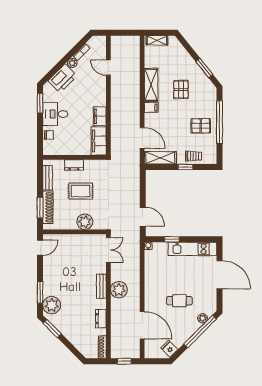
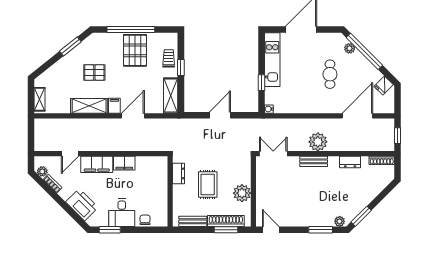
plant: (72, 63) -> (42, 171), moved
pallet: (201, 126) -> (135, 50), width x1.50, depth x1.42
door: (142, 138) -> (133, 116), moved
filing cabinet: (99, 141) -> (97, 164), moved
dresser: (74, 165) -> (179, 173), moved
door: (143, 217) -> (220, 115), moved
plant: (85, 222) -> (242, 193), moved
plant: (52, 305) -> (340, 221), width x0.53, depth x0.53

